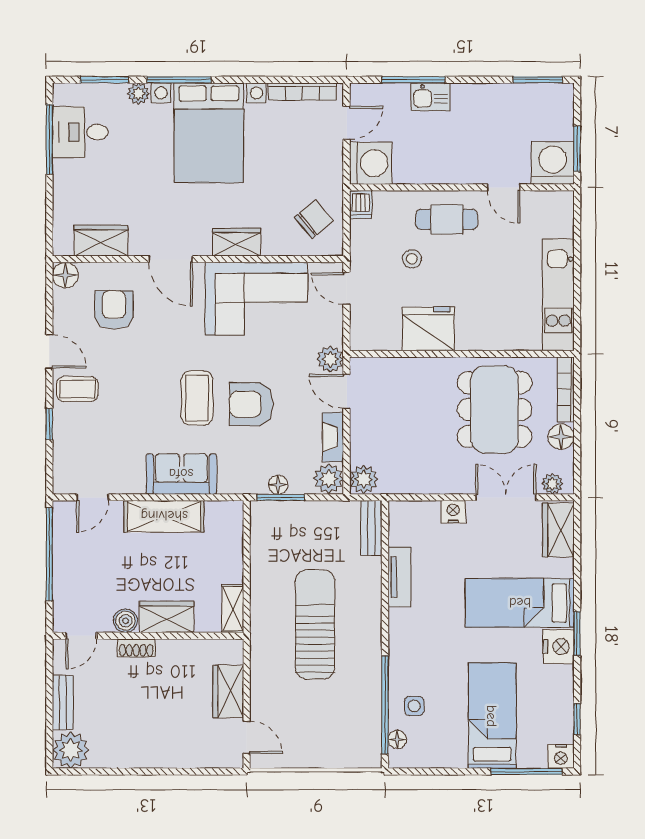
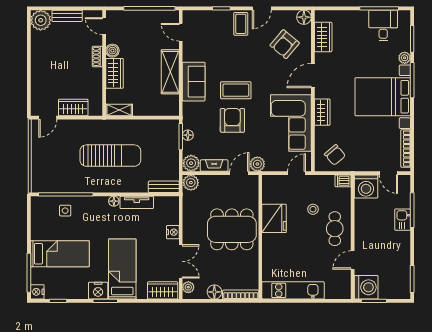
armchair: (114, 310) -> (285, 44), turned 130
dining table: (495, 410) -> (232, 229), moved
floor lamp: (397, 739) -> (114, 201), moved

